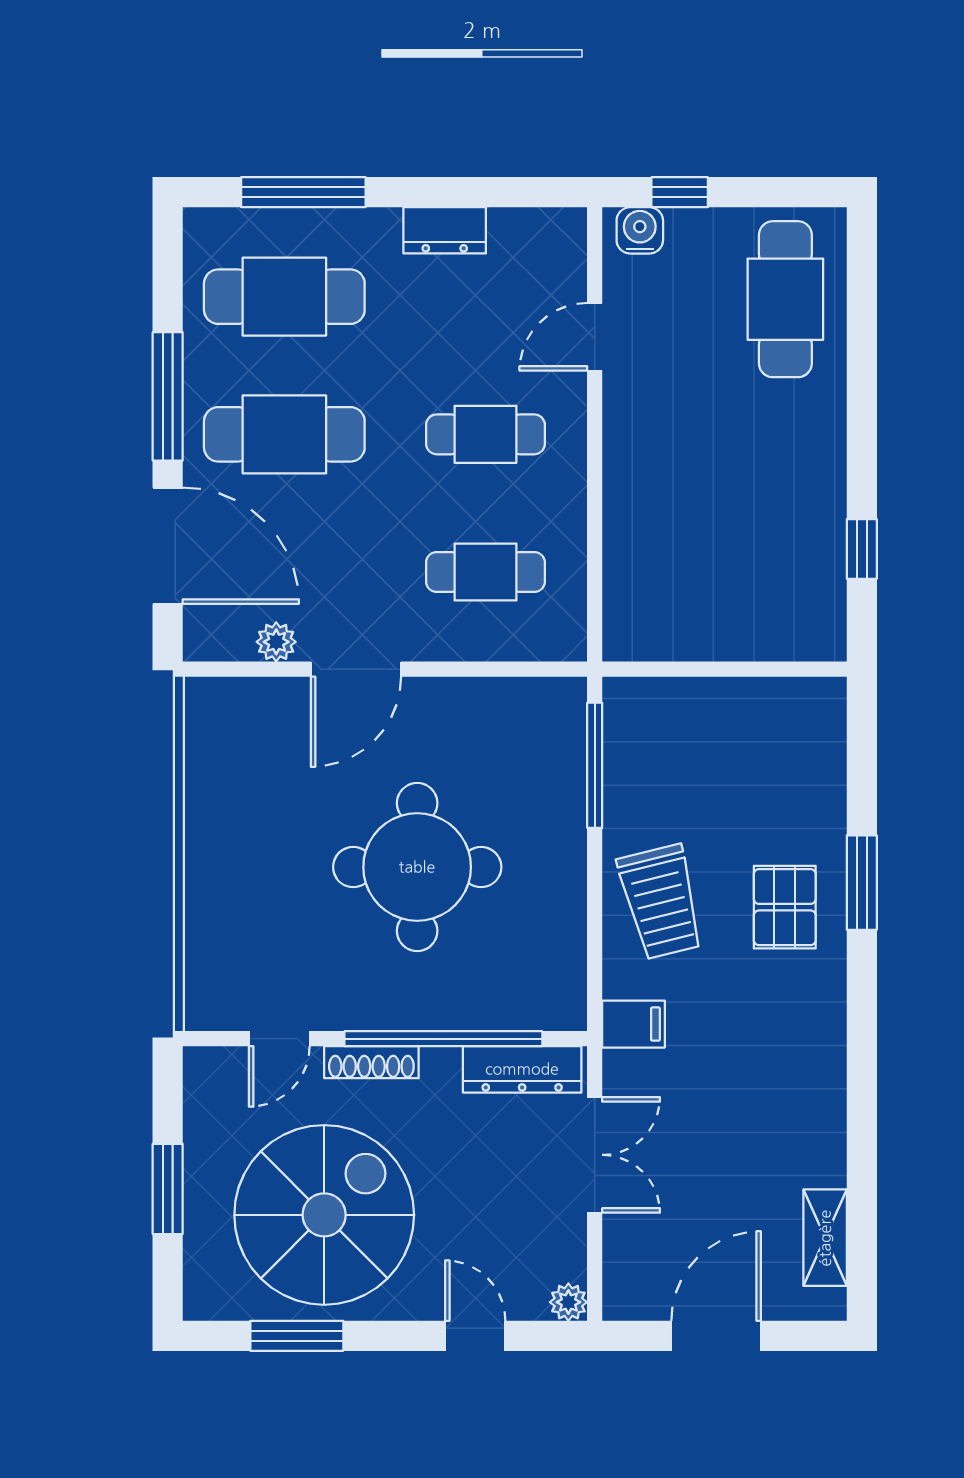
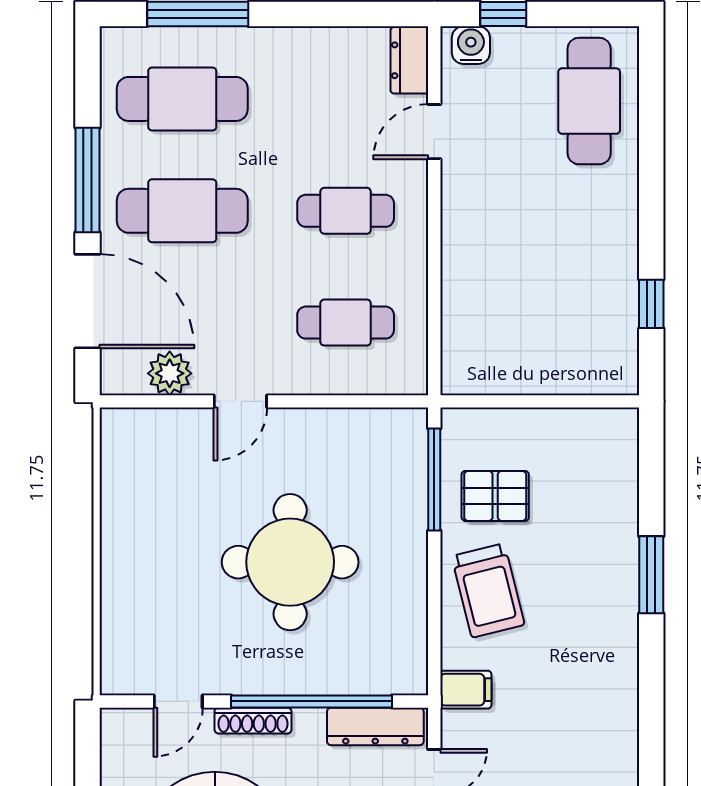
dresser: (445, 230) -> (409, 60), moved, turned 90
plant: (276, 642) -> (170, 373), width x1.38, depth x1.38
door: (356, 669) -> (240, 401), width x0.73
pallet: (785, 907) -> (495, 496), moved, turned 90

